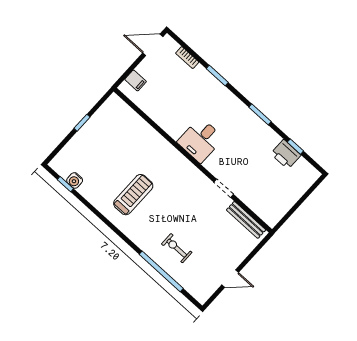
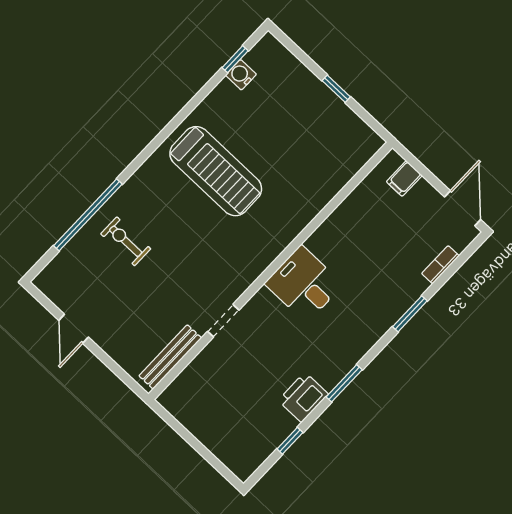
printer: (286, 154) -> (303, 397), moved
treadmill: (133, 195) -> (216, 171), width x1.37, depth x1.38
exercise bike: (177, 248) -> (126, 241), turned -90

